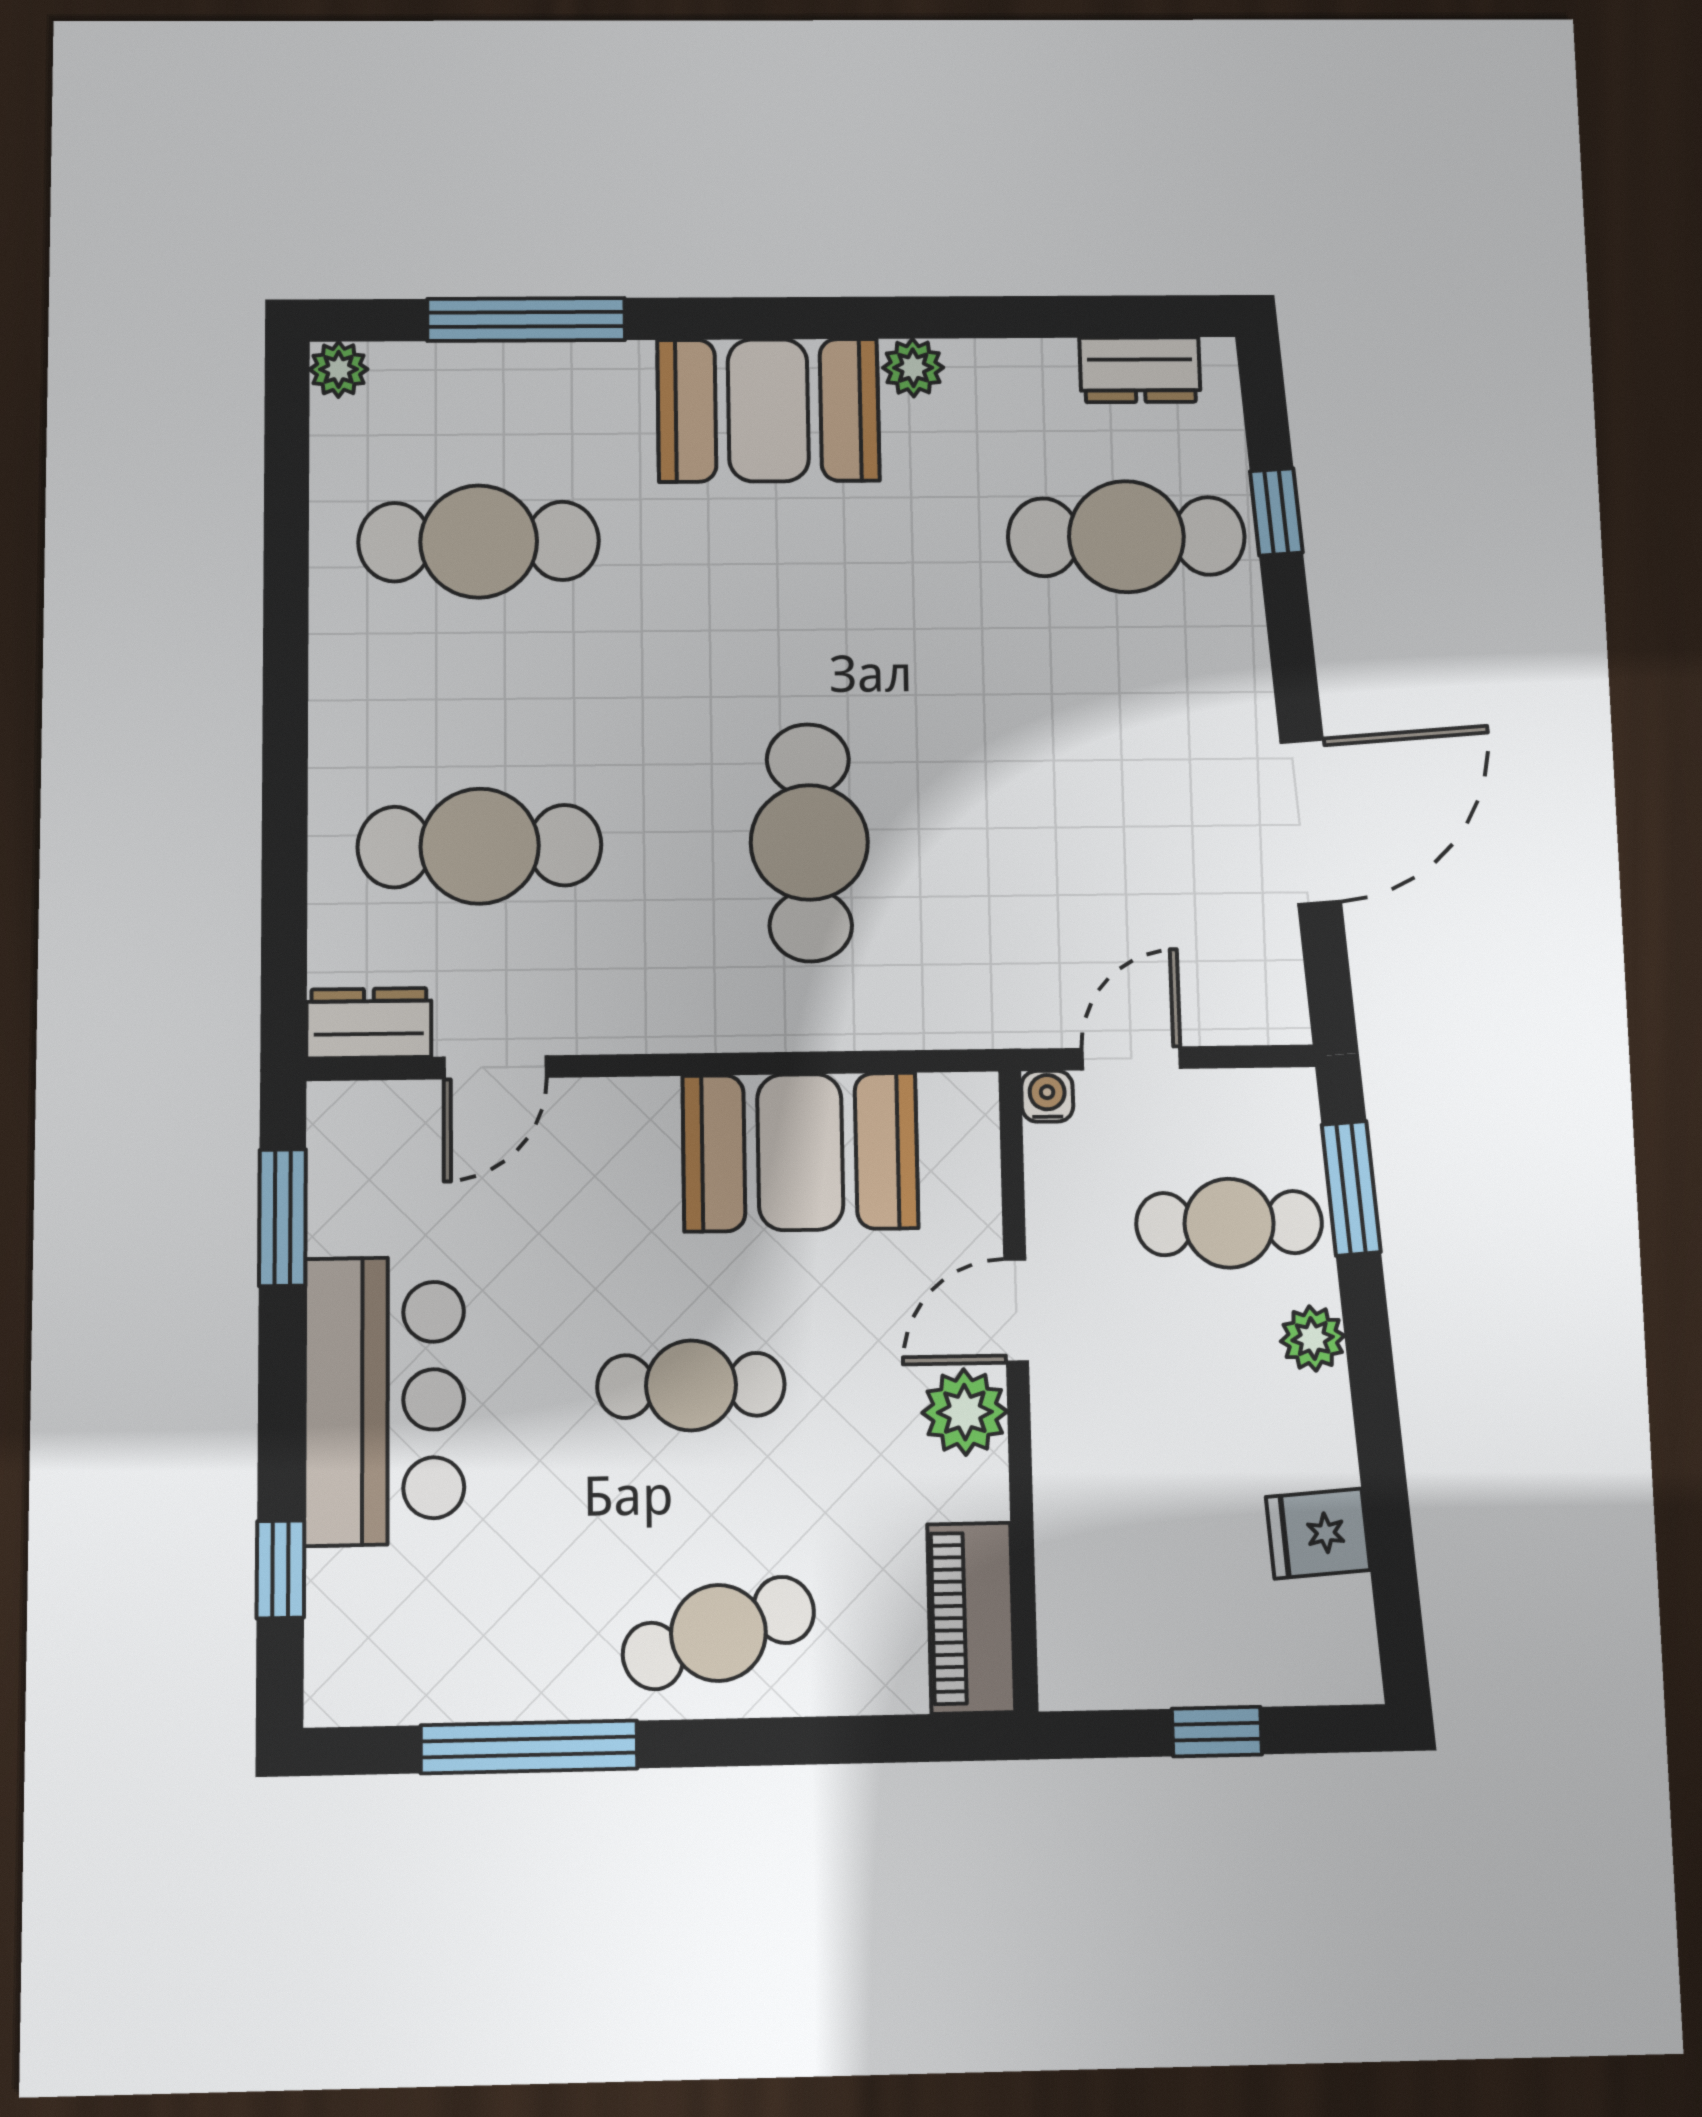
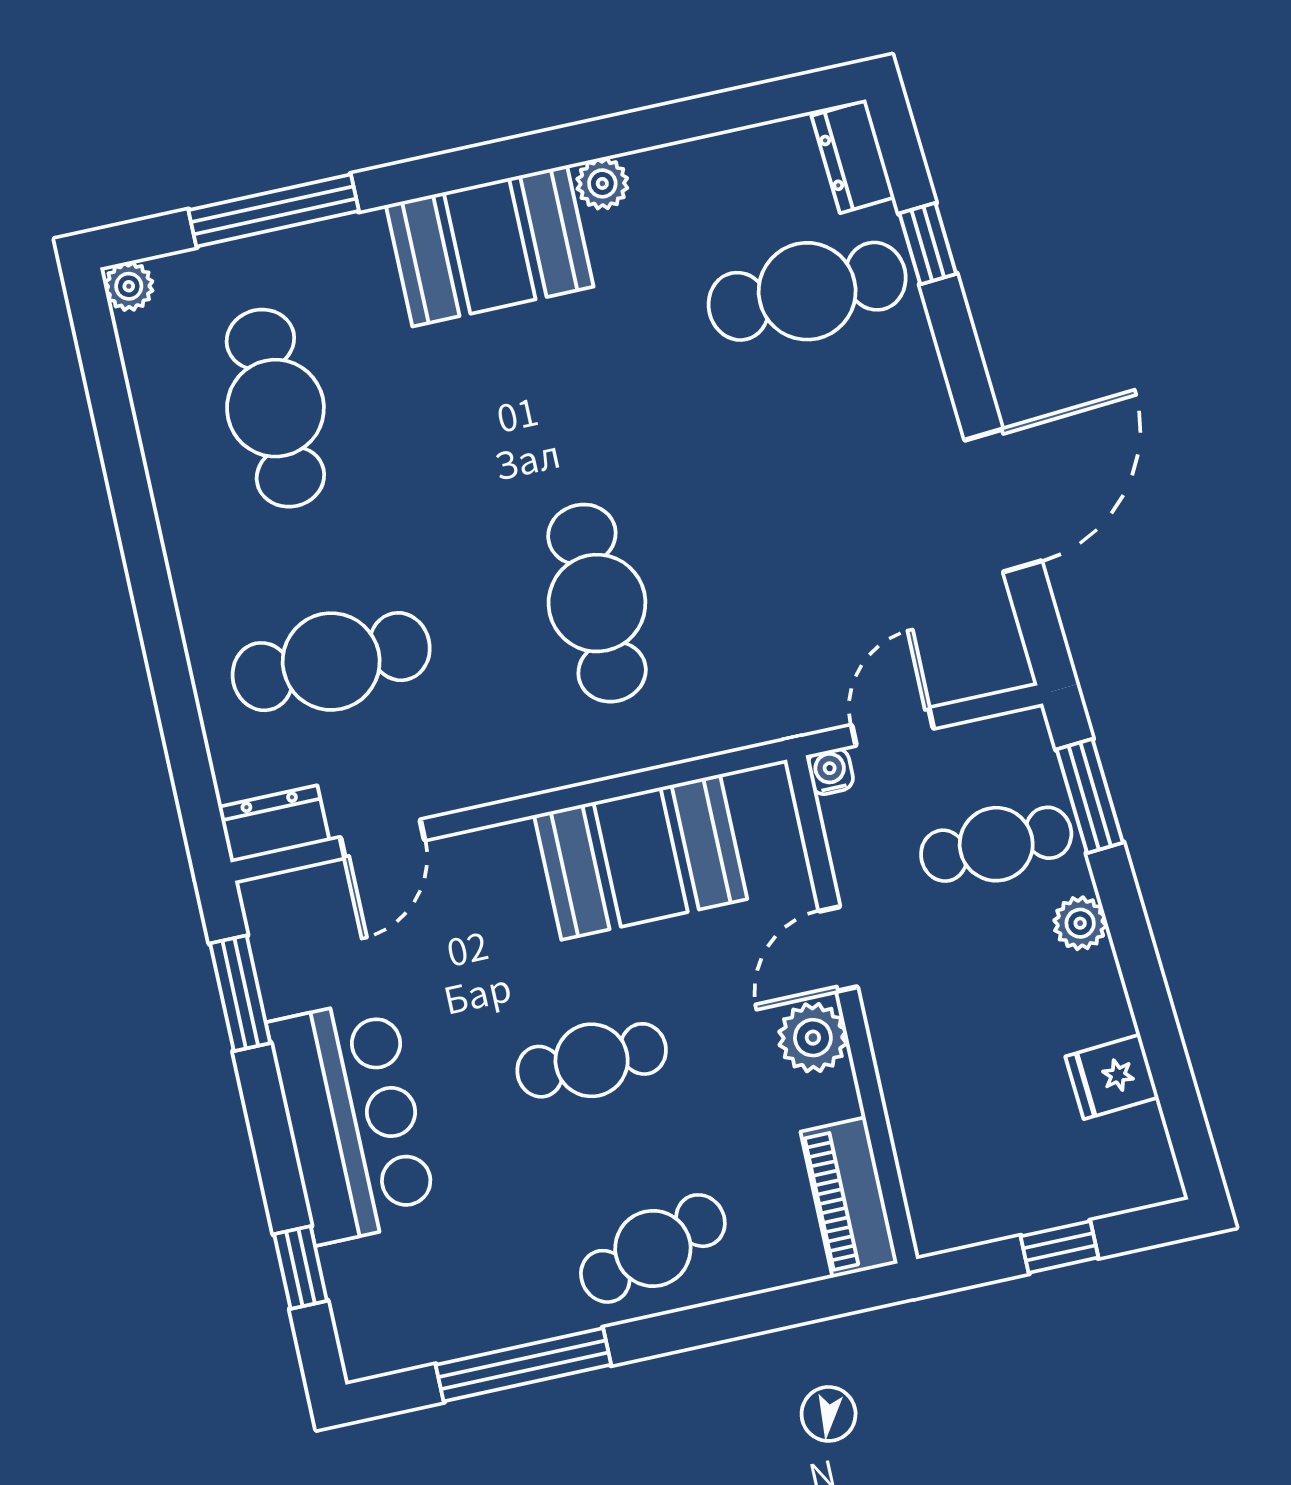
dresser: (1140, 370) -> (853, 157), moved, turned 86
cafe table: (479, 541) -> (275, 408), turned 90

